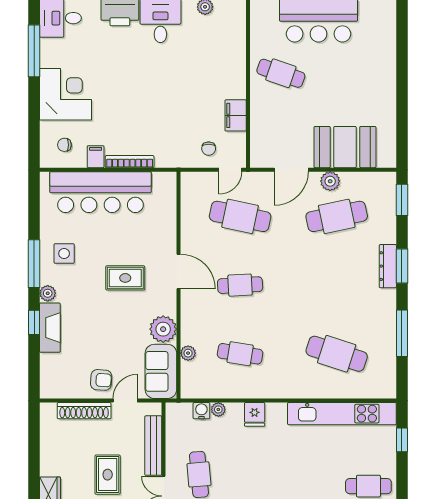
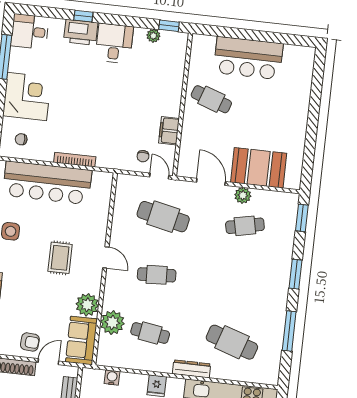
filing cabinet: (96, 157) -> (46, 152), removed
door: (230, 170) -> (159, 176), swing flipped
door: (291, 170) -> (211, 182), swing flipped
cafe table: (337, 216) -> (245, 226), width x0.73, depth x0.74
dresser: (388, 266) -> (192, 369), moved, turned 90
door: (179, 271) -> (106, 257), width x0.73
rug: (125, 278) -> (60, 258), turned 90
plant: (188, 353) -> (112, 322), width x1.88, depth x1.88
plant: (218, 409) -> (126, 378), removed

